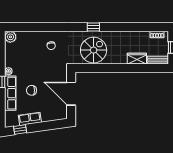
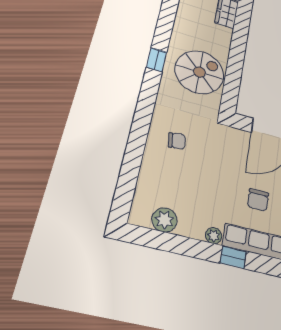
plant: (10, 37) -> (164, 220), moved
spiral stairs: (94, 50) -> (200, 72), turned 90

